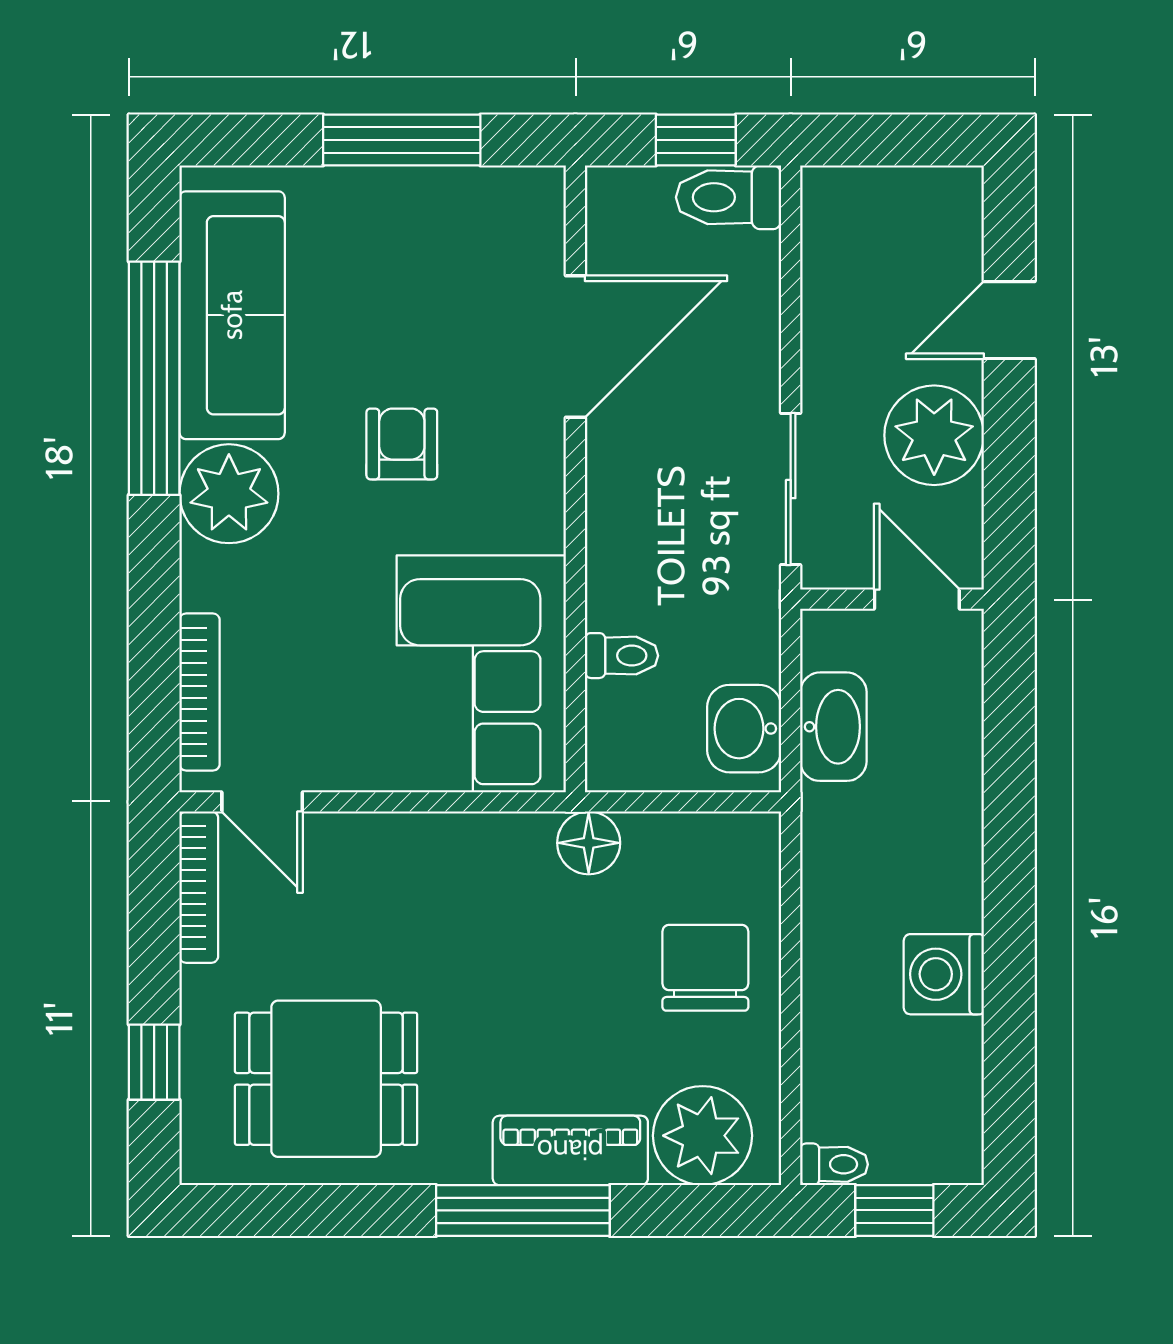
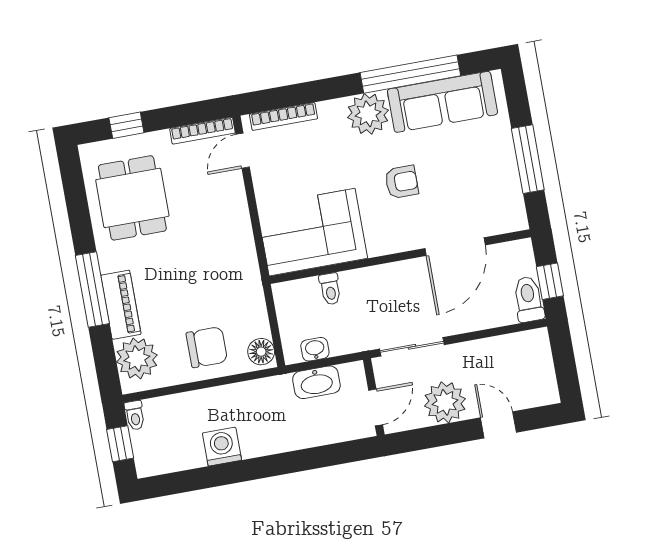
door: (575, 347) -> (455, 247), hinge flipped
washbasin: (744, 729) -> (315, 349), width x0.72, depth x0.69
floor lamp: (589, 843) -> (261, 352), moved

